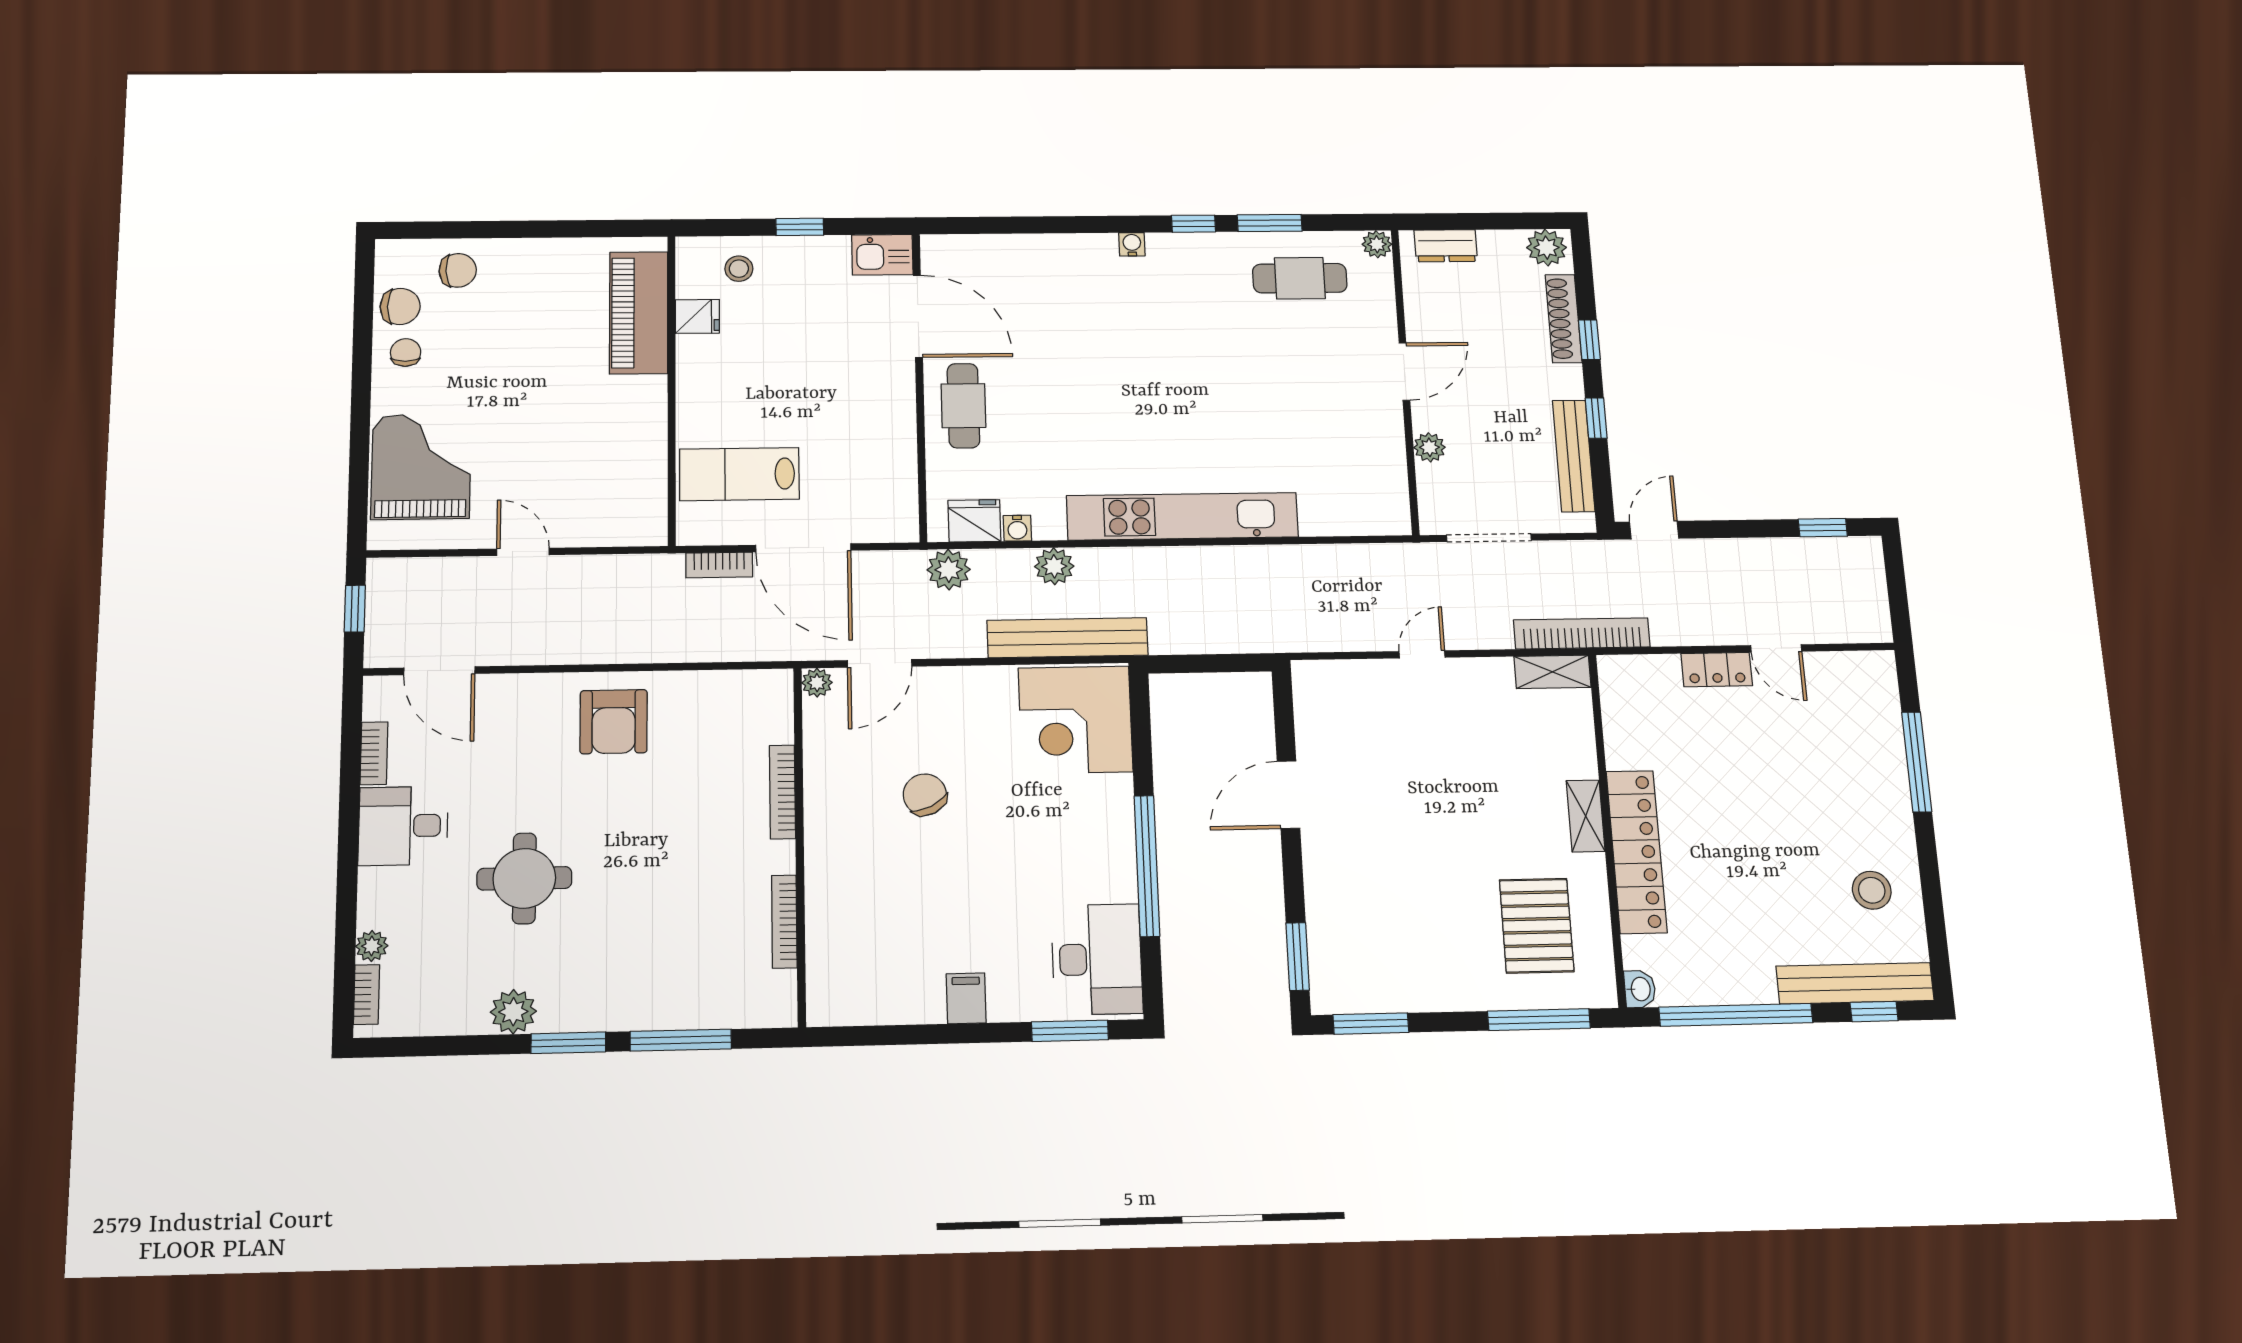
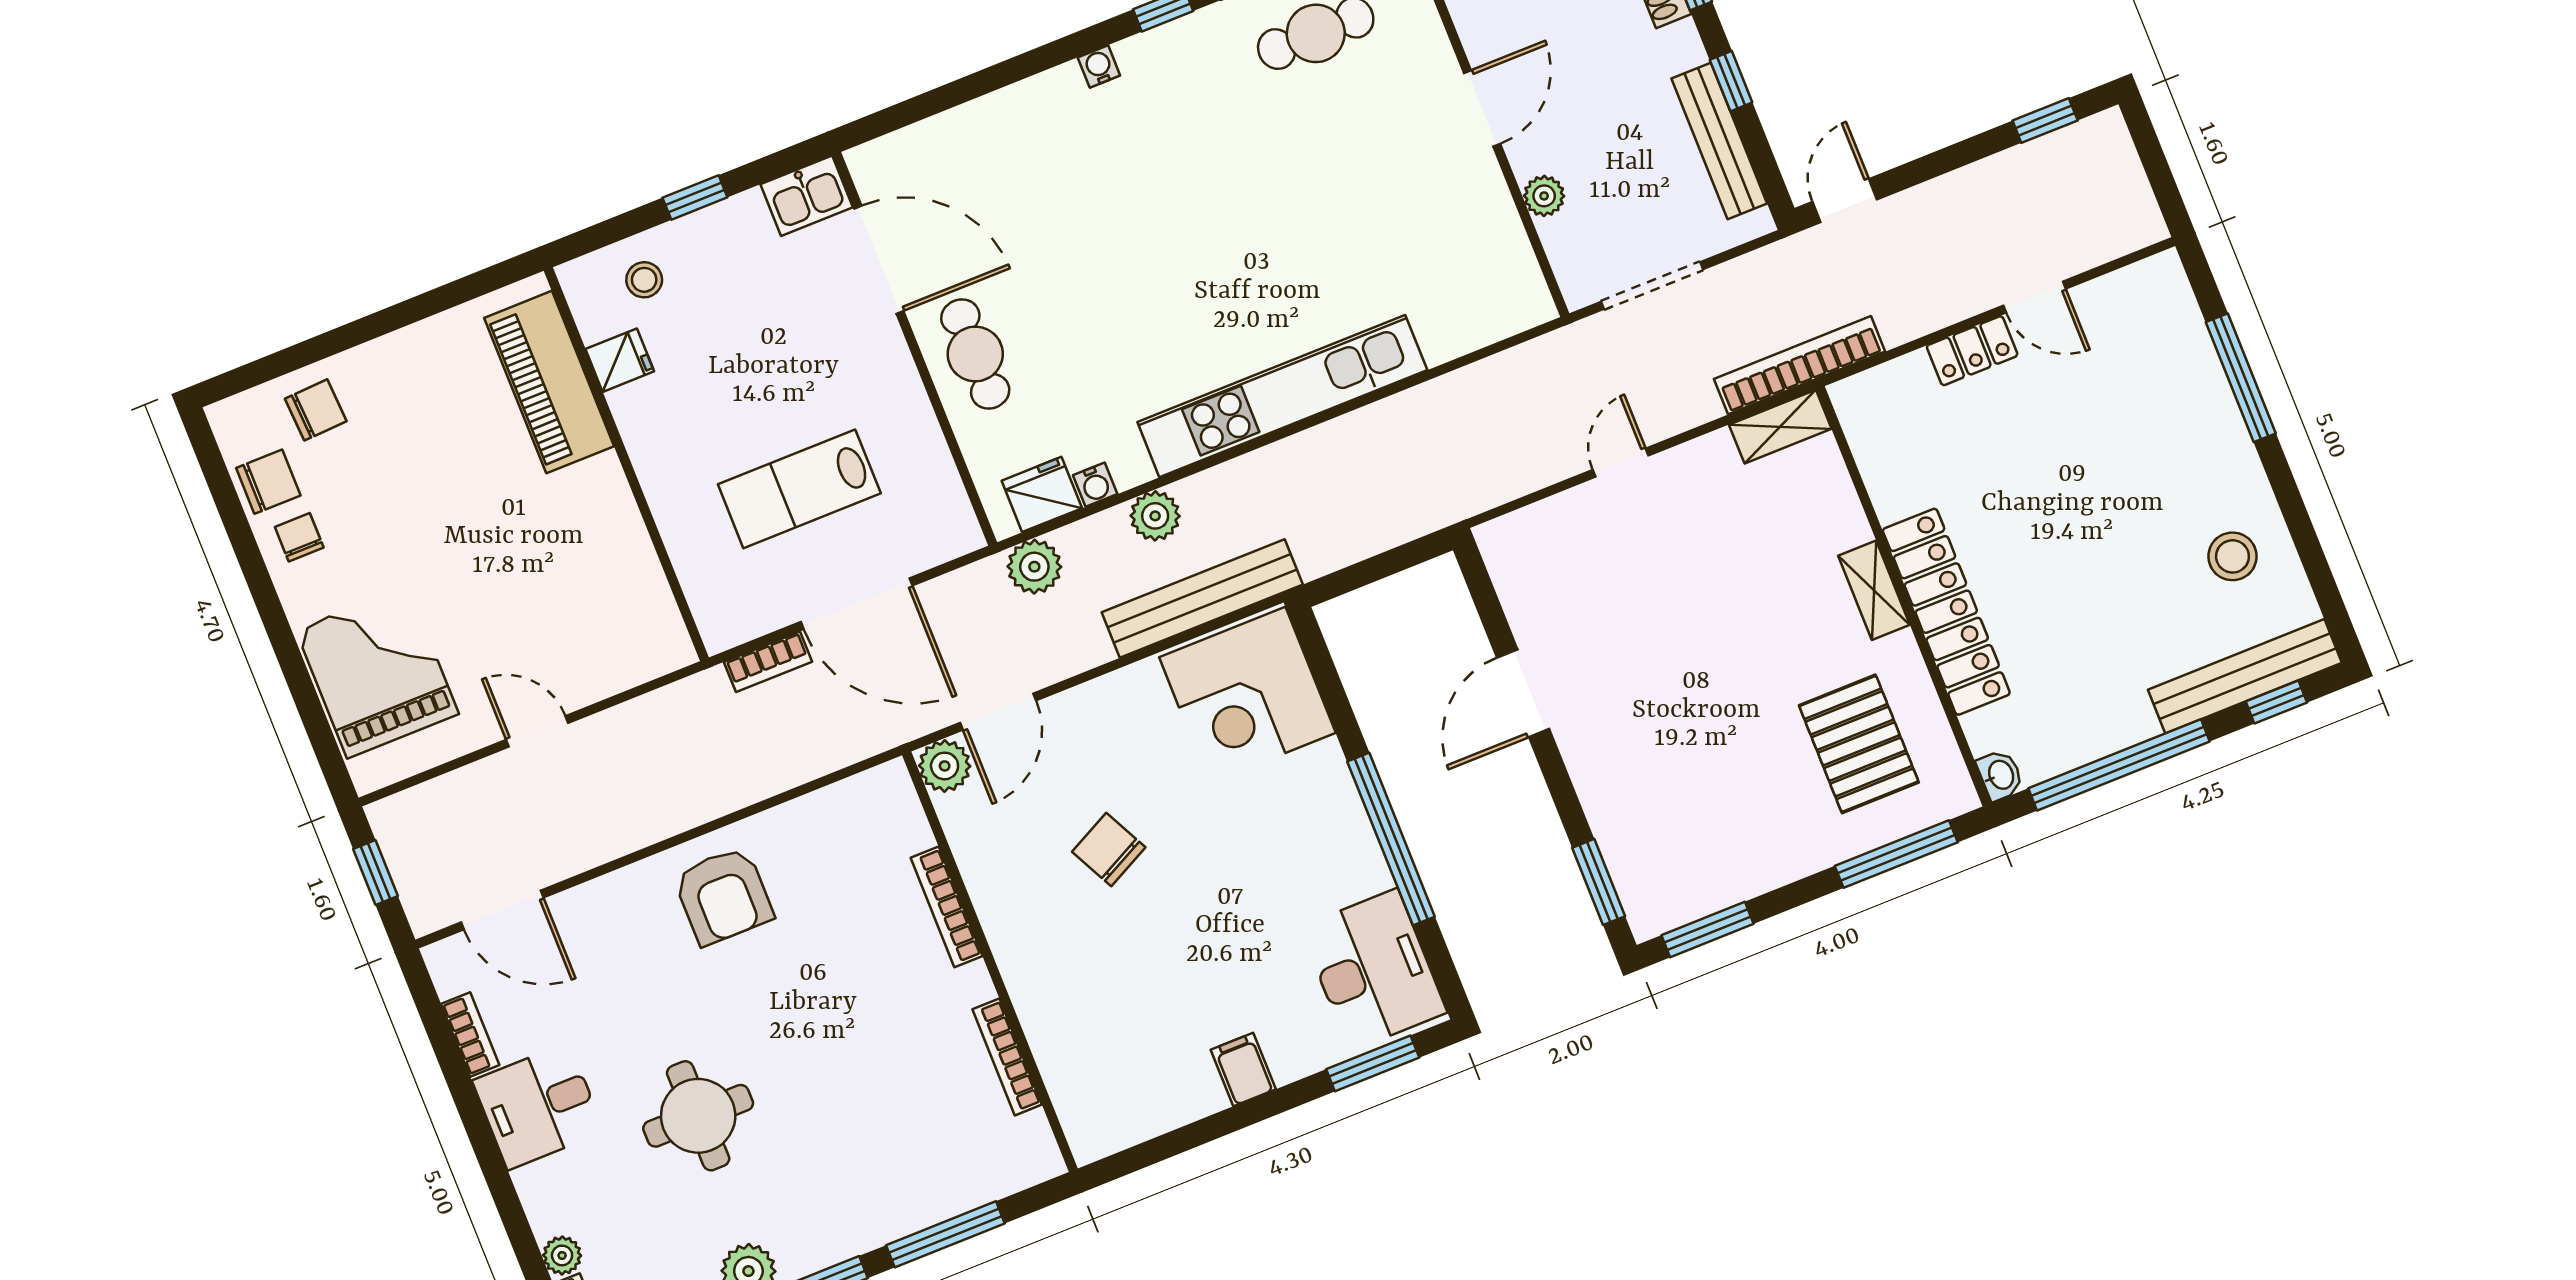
lab bench: (739, 474) -> (799, 489), moved
plant: (817, 683) -> (945, 766), width x1.38, depth x1.38

